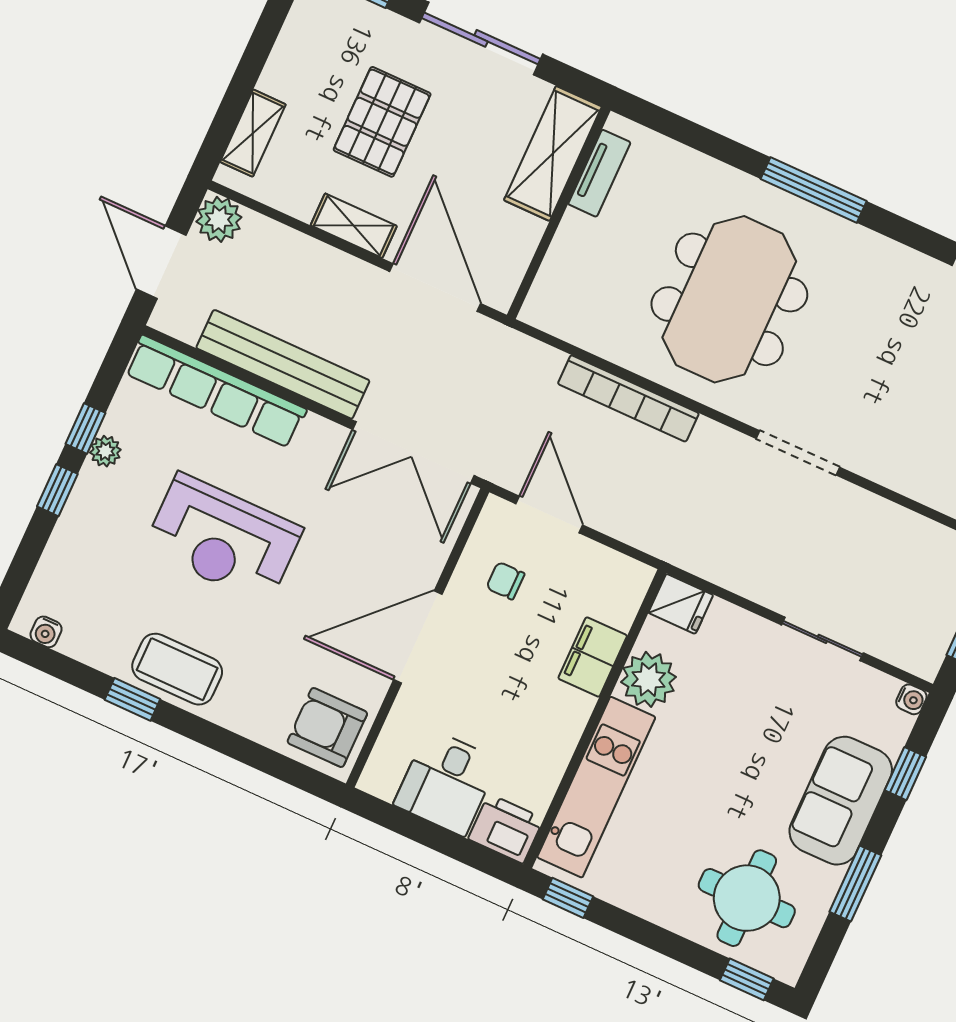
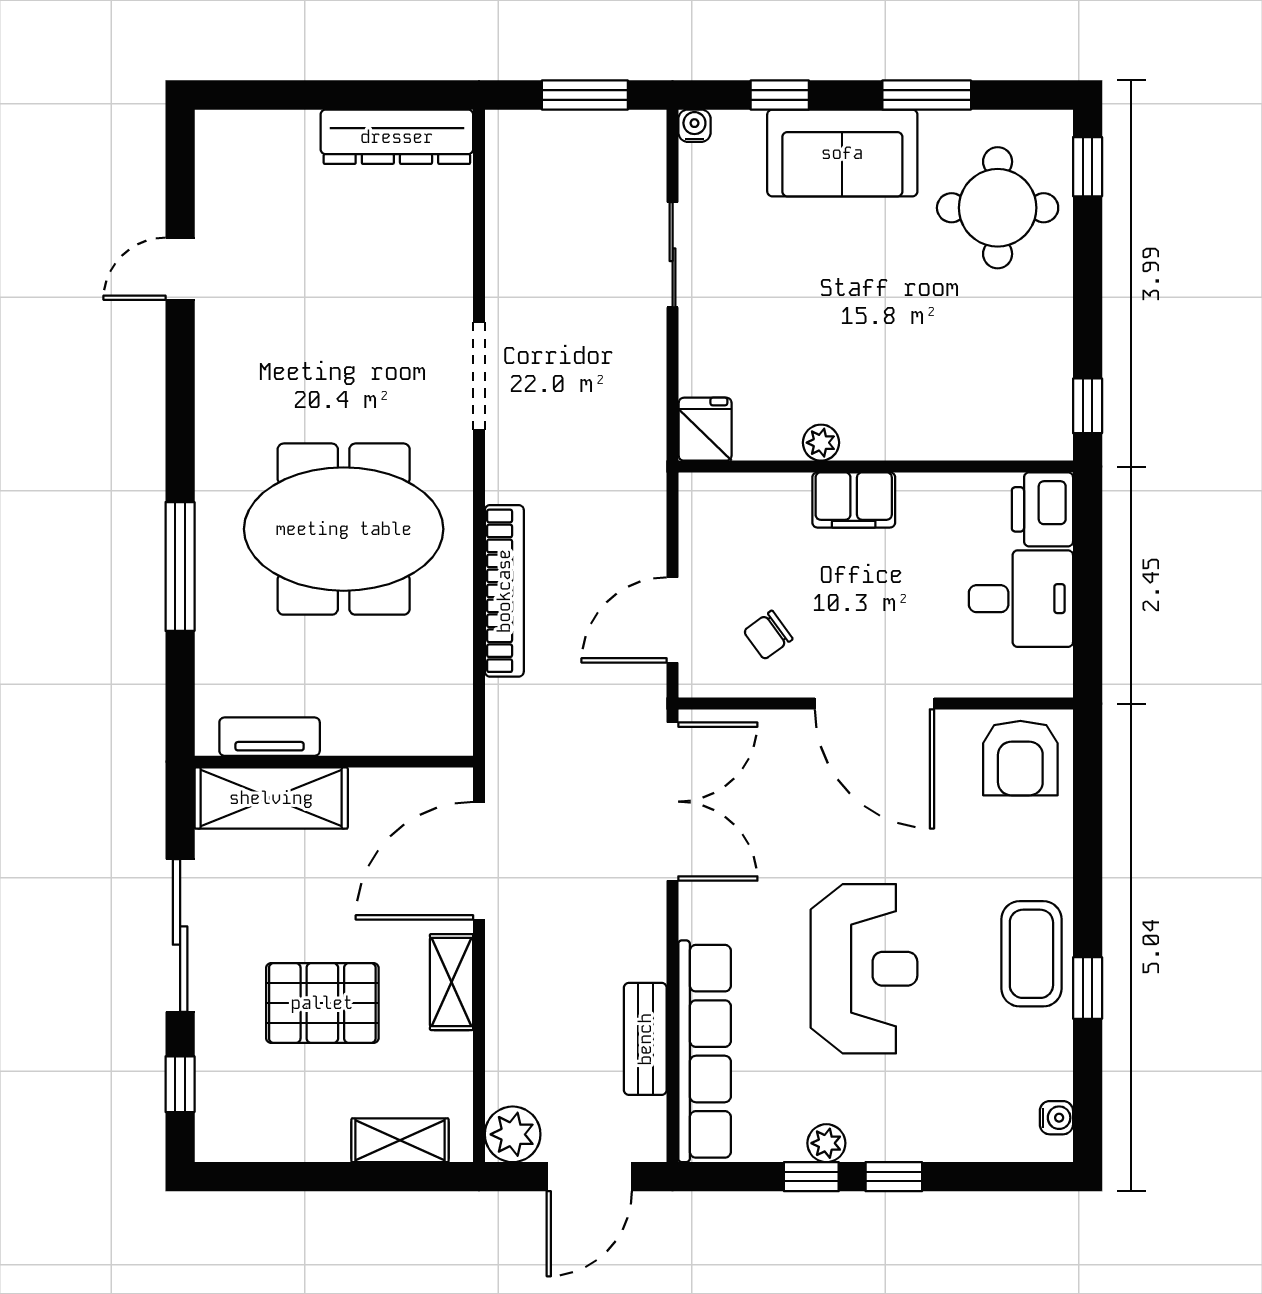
window: (814, 190) -> (180, 566), moved
bench: (283, 364) -> (645, 1039), width x0.54, depth x0.82
chair: (505, 581) -> (768, 635), turned 54
filing cabinet: (593, 657) -> (854, 500), moved
plant: (648, 679) -> (821, 443), width x0.53, depth x0.53
kitchen unit: (596, 787) -> (951, 430), removed

